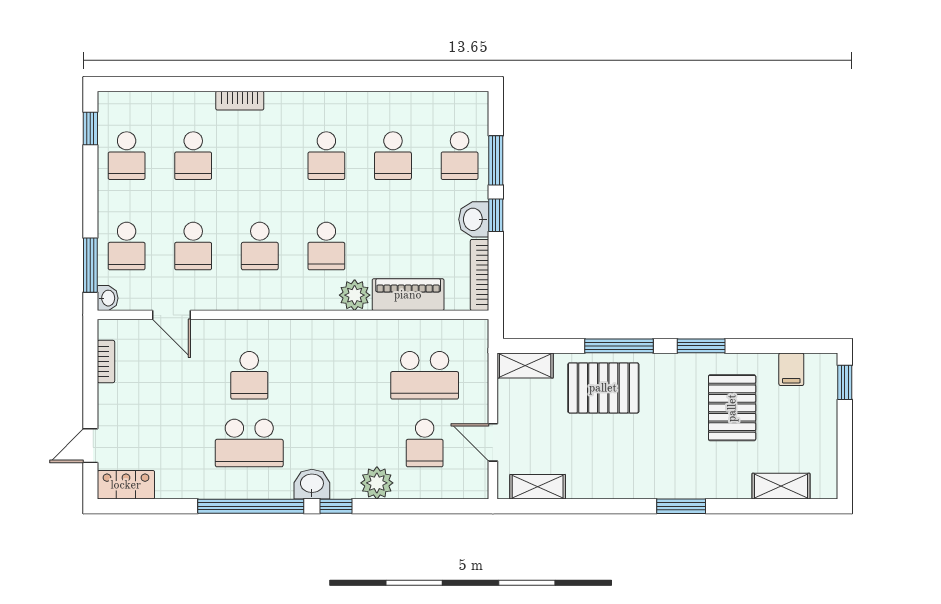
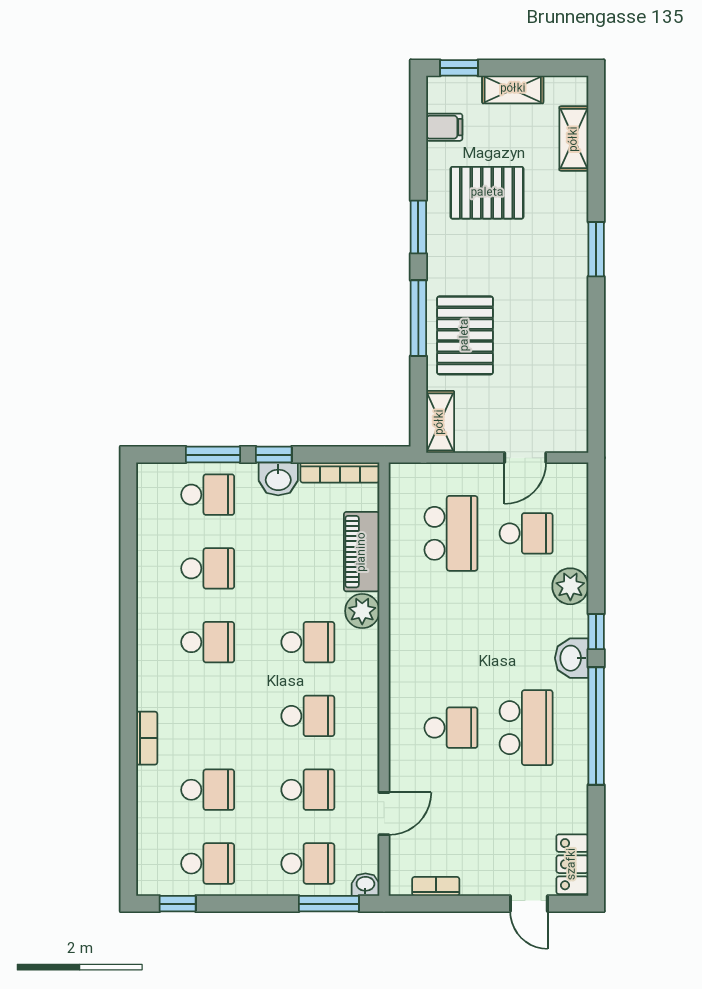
shelving: (538, 487) -> (513, 89), moved, turned 90

